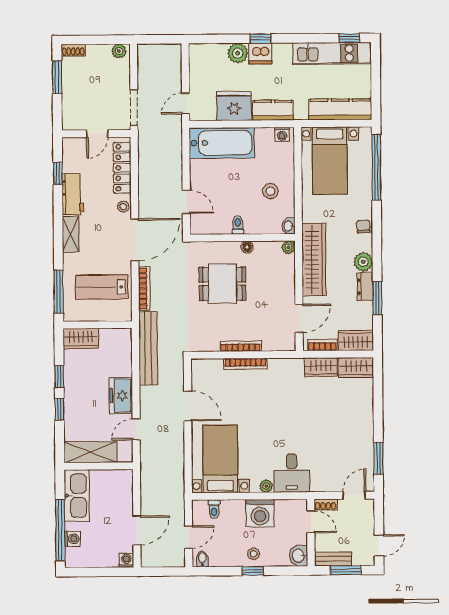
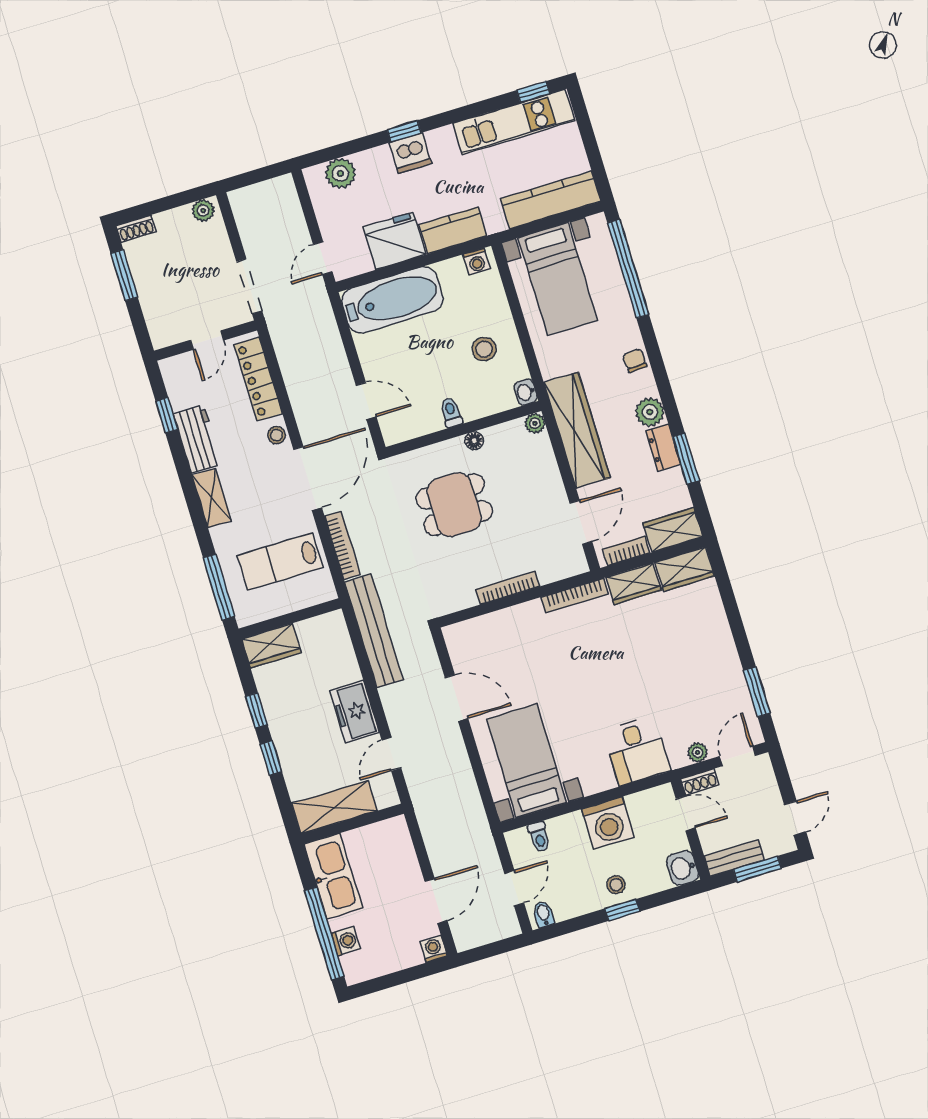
plant: (238, 53) -> (340, 173), moved
bookcase: (246, 364) -> (575, 595), moved
plant: (266, 486) -> (698, 752), moved

